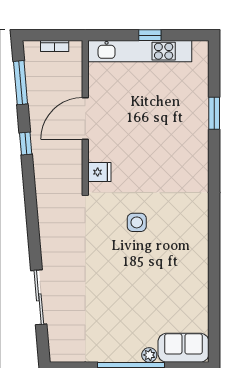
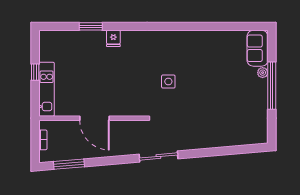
kitchen unit: (140, 51) -> (47, 89), width x0.73
window: (26, 143) -> (112, 160), removed
fridge: (99, 172) -> (113, 38), moved, turned 180
sliding door: (39, 297) -> (158, 157), moved

